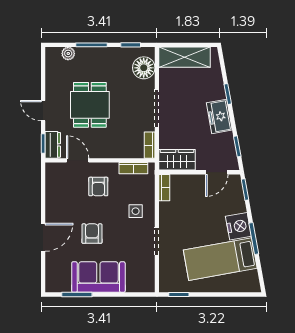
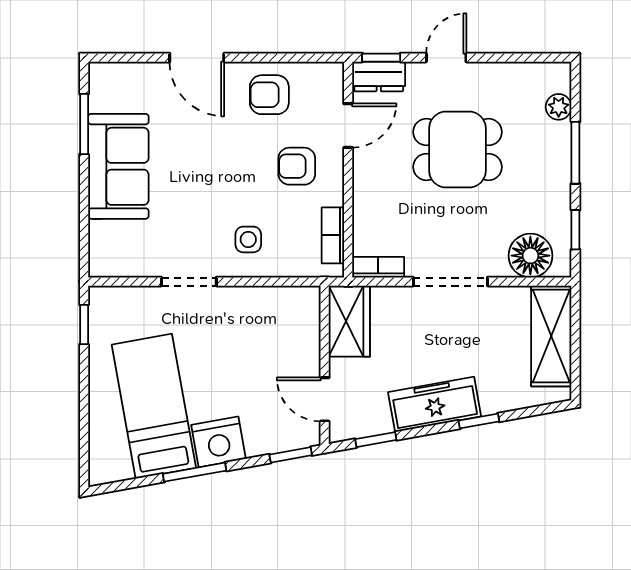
freezer: (219, 116) -> (435, 404), width x1.40
bookcase: (164, 188) -> (295, 296), removed
armchair: (92, 234) -> (269, 95), moved, turned 180

